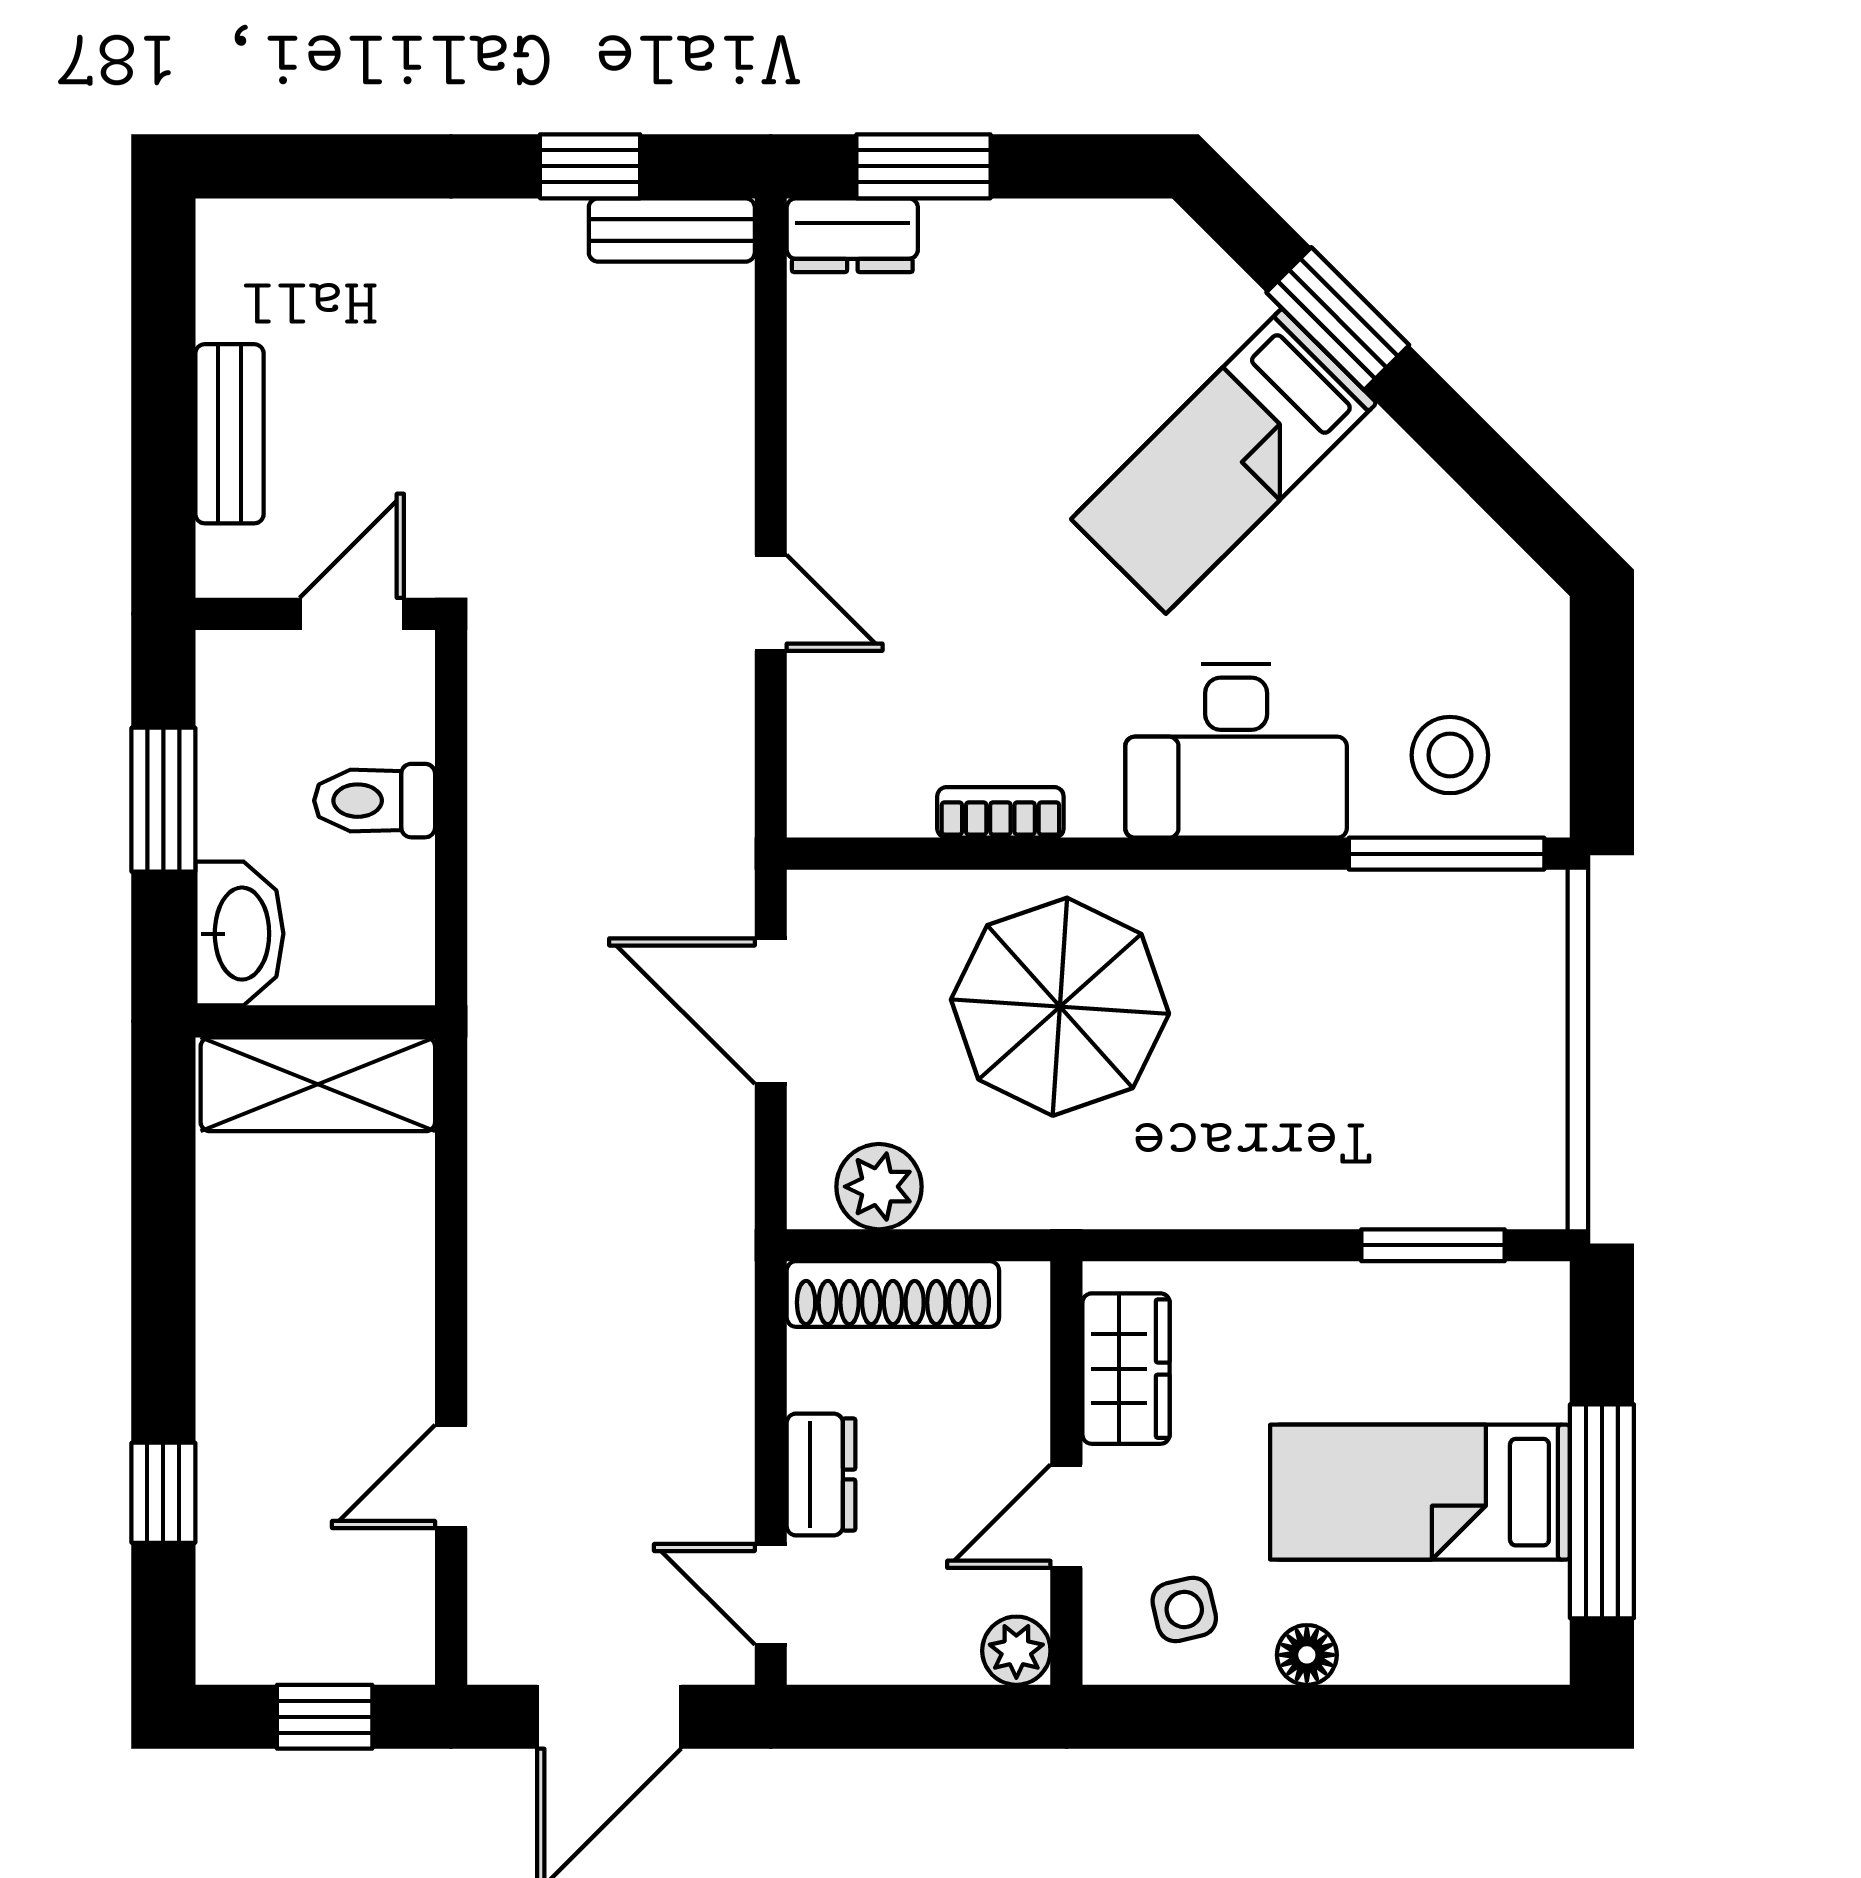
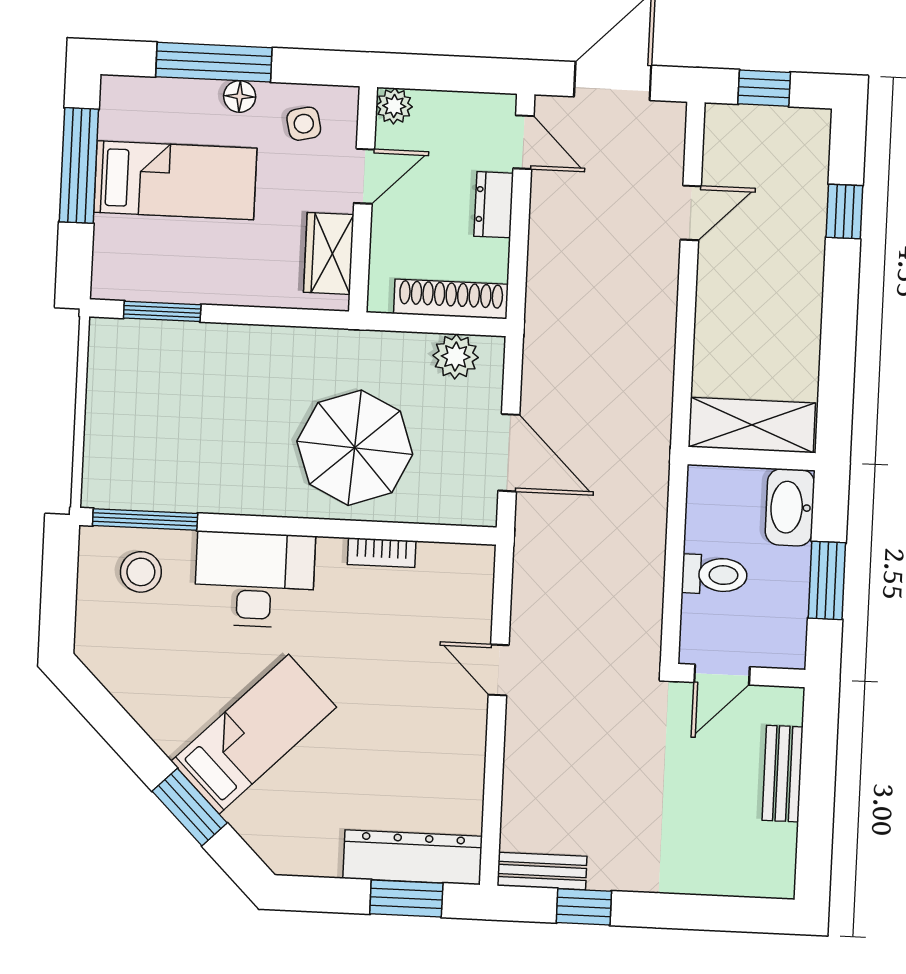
dresser: (852, 235) -> (413, 857), width x1.96, depth x1.24
window: (1358, 1717) -> (214, 62), added

